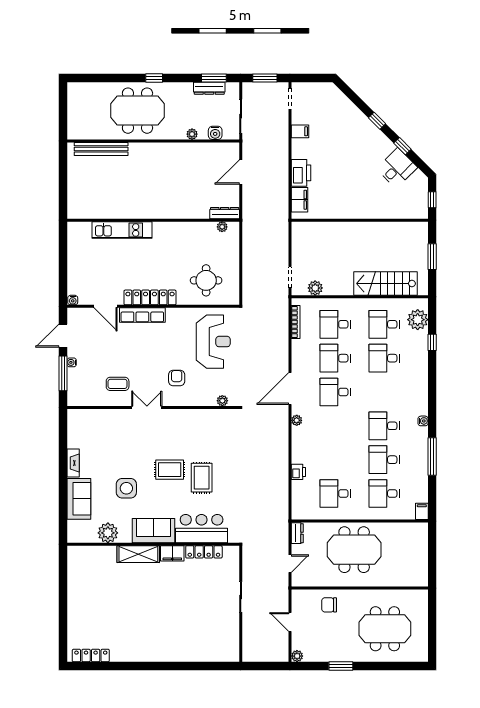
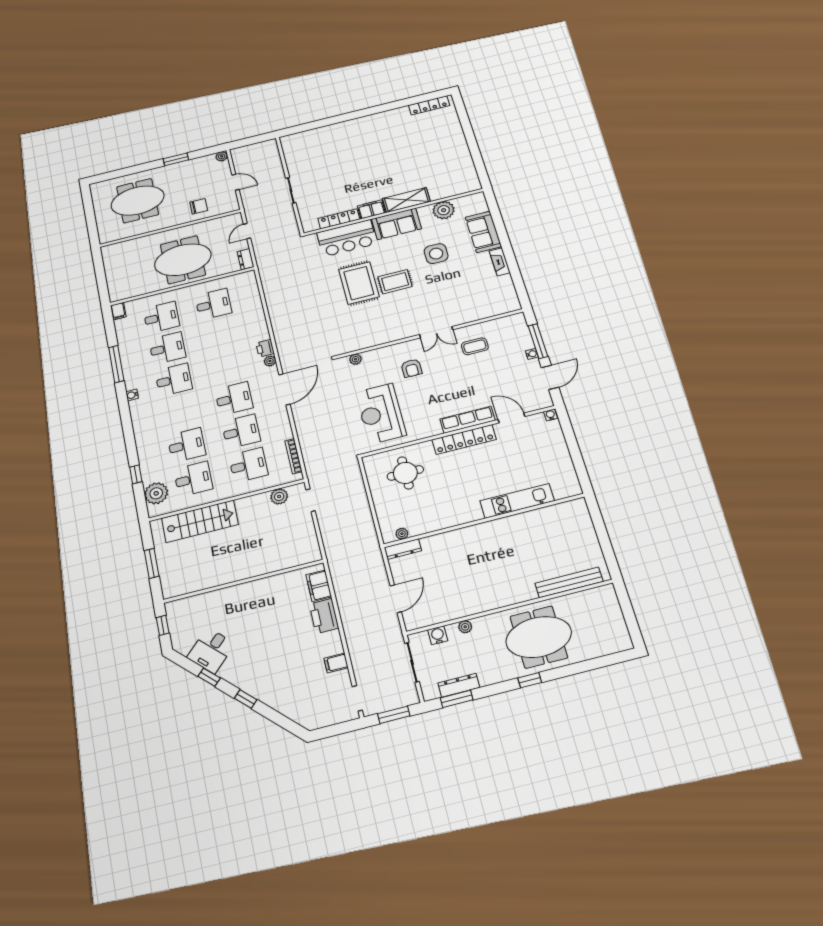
printer: (298, 472) -> (265, 348), moved
rug: (202, 478) -> (359, 283), width x1.36, depth x1.43

